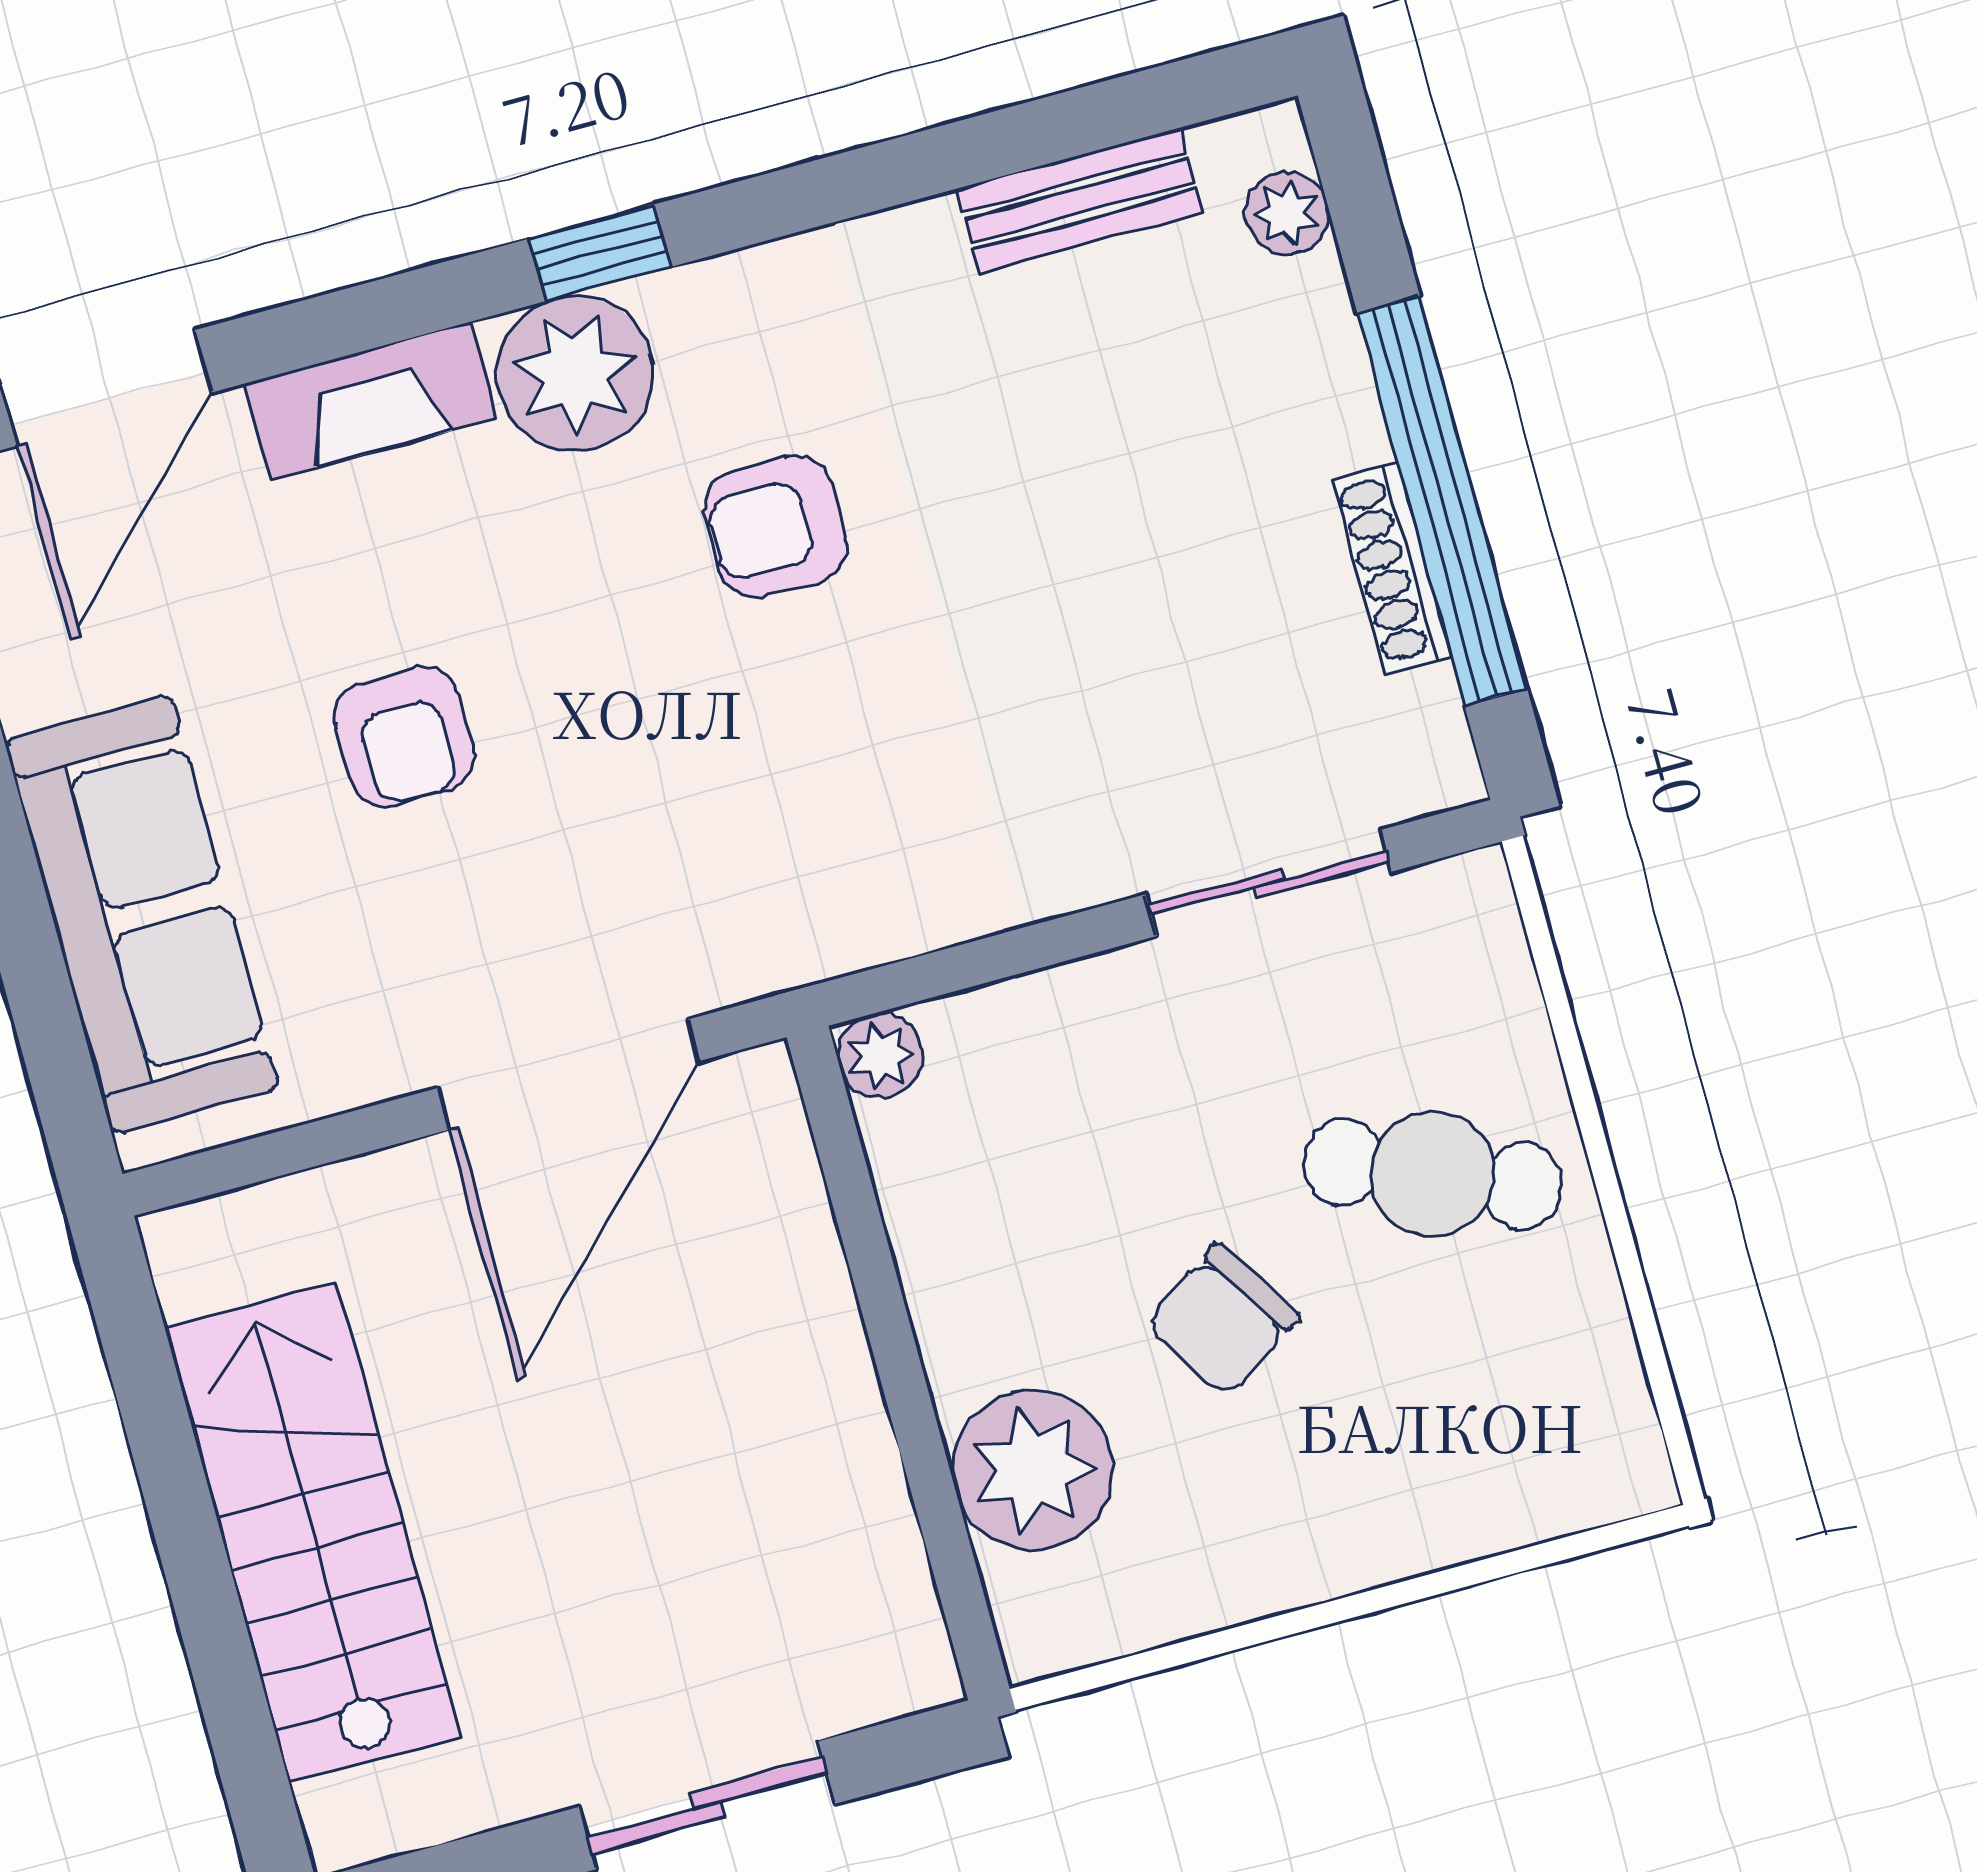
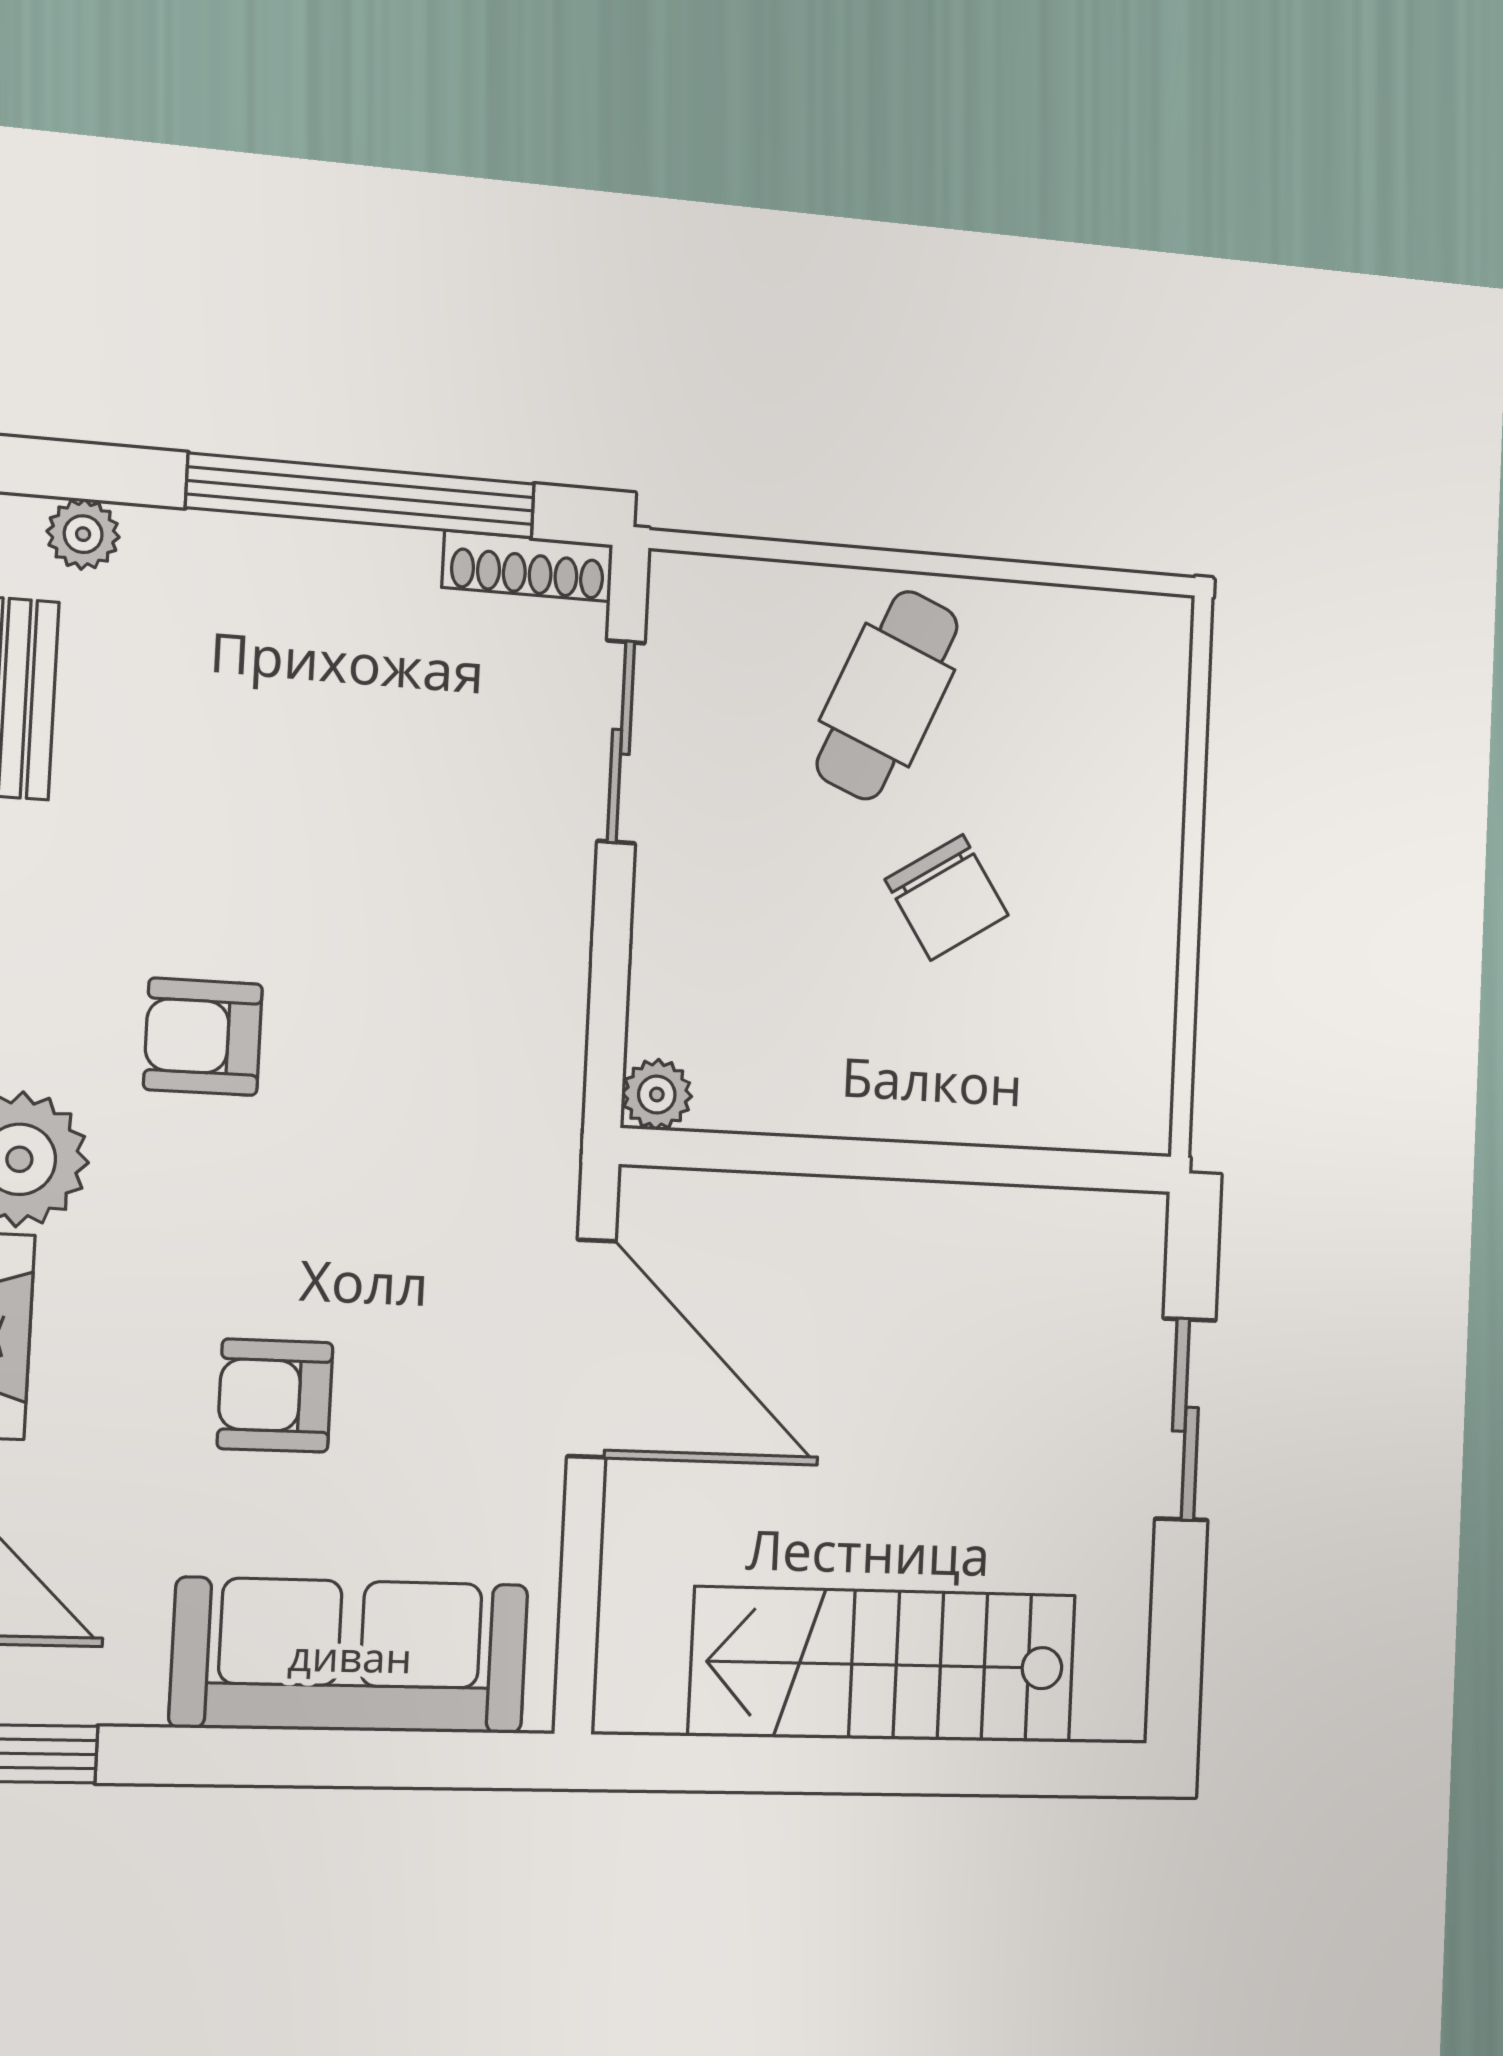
armchair: (776, 527) -> (203, 1037), turned 90
shoe rack: (1392, 568) -> (528, 566), moved
armchair: (404, 737) -> (275, 1396), turned 180
plant: (1033, 1470) -> (1013, 1083), removed

